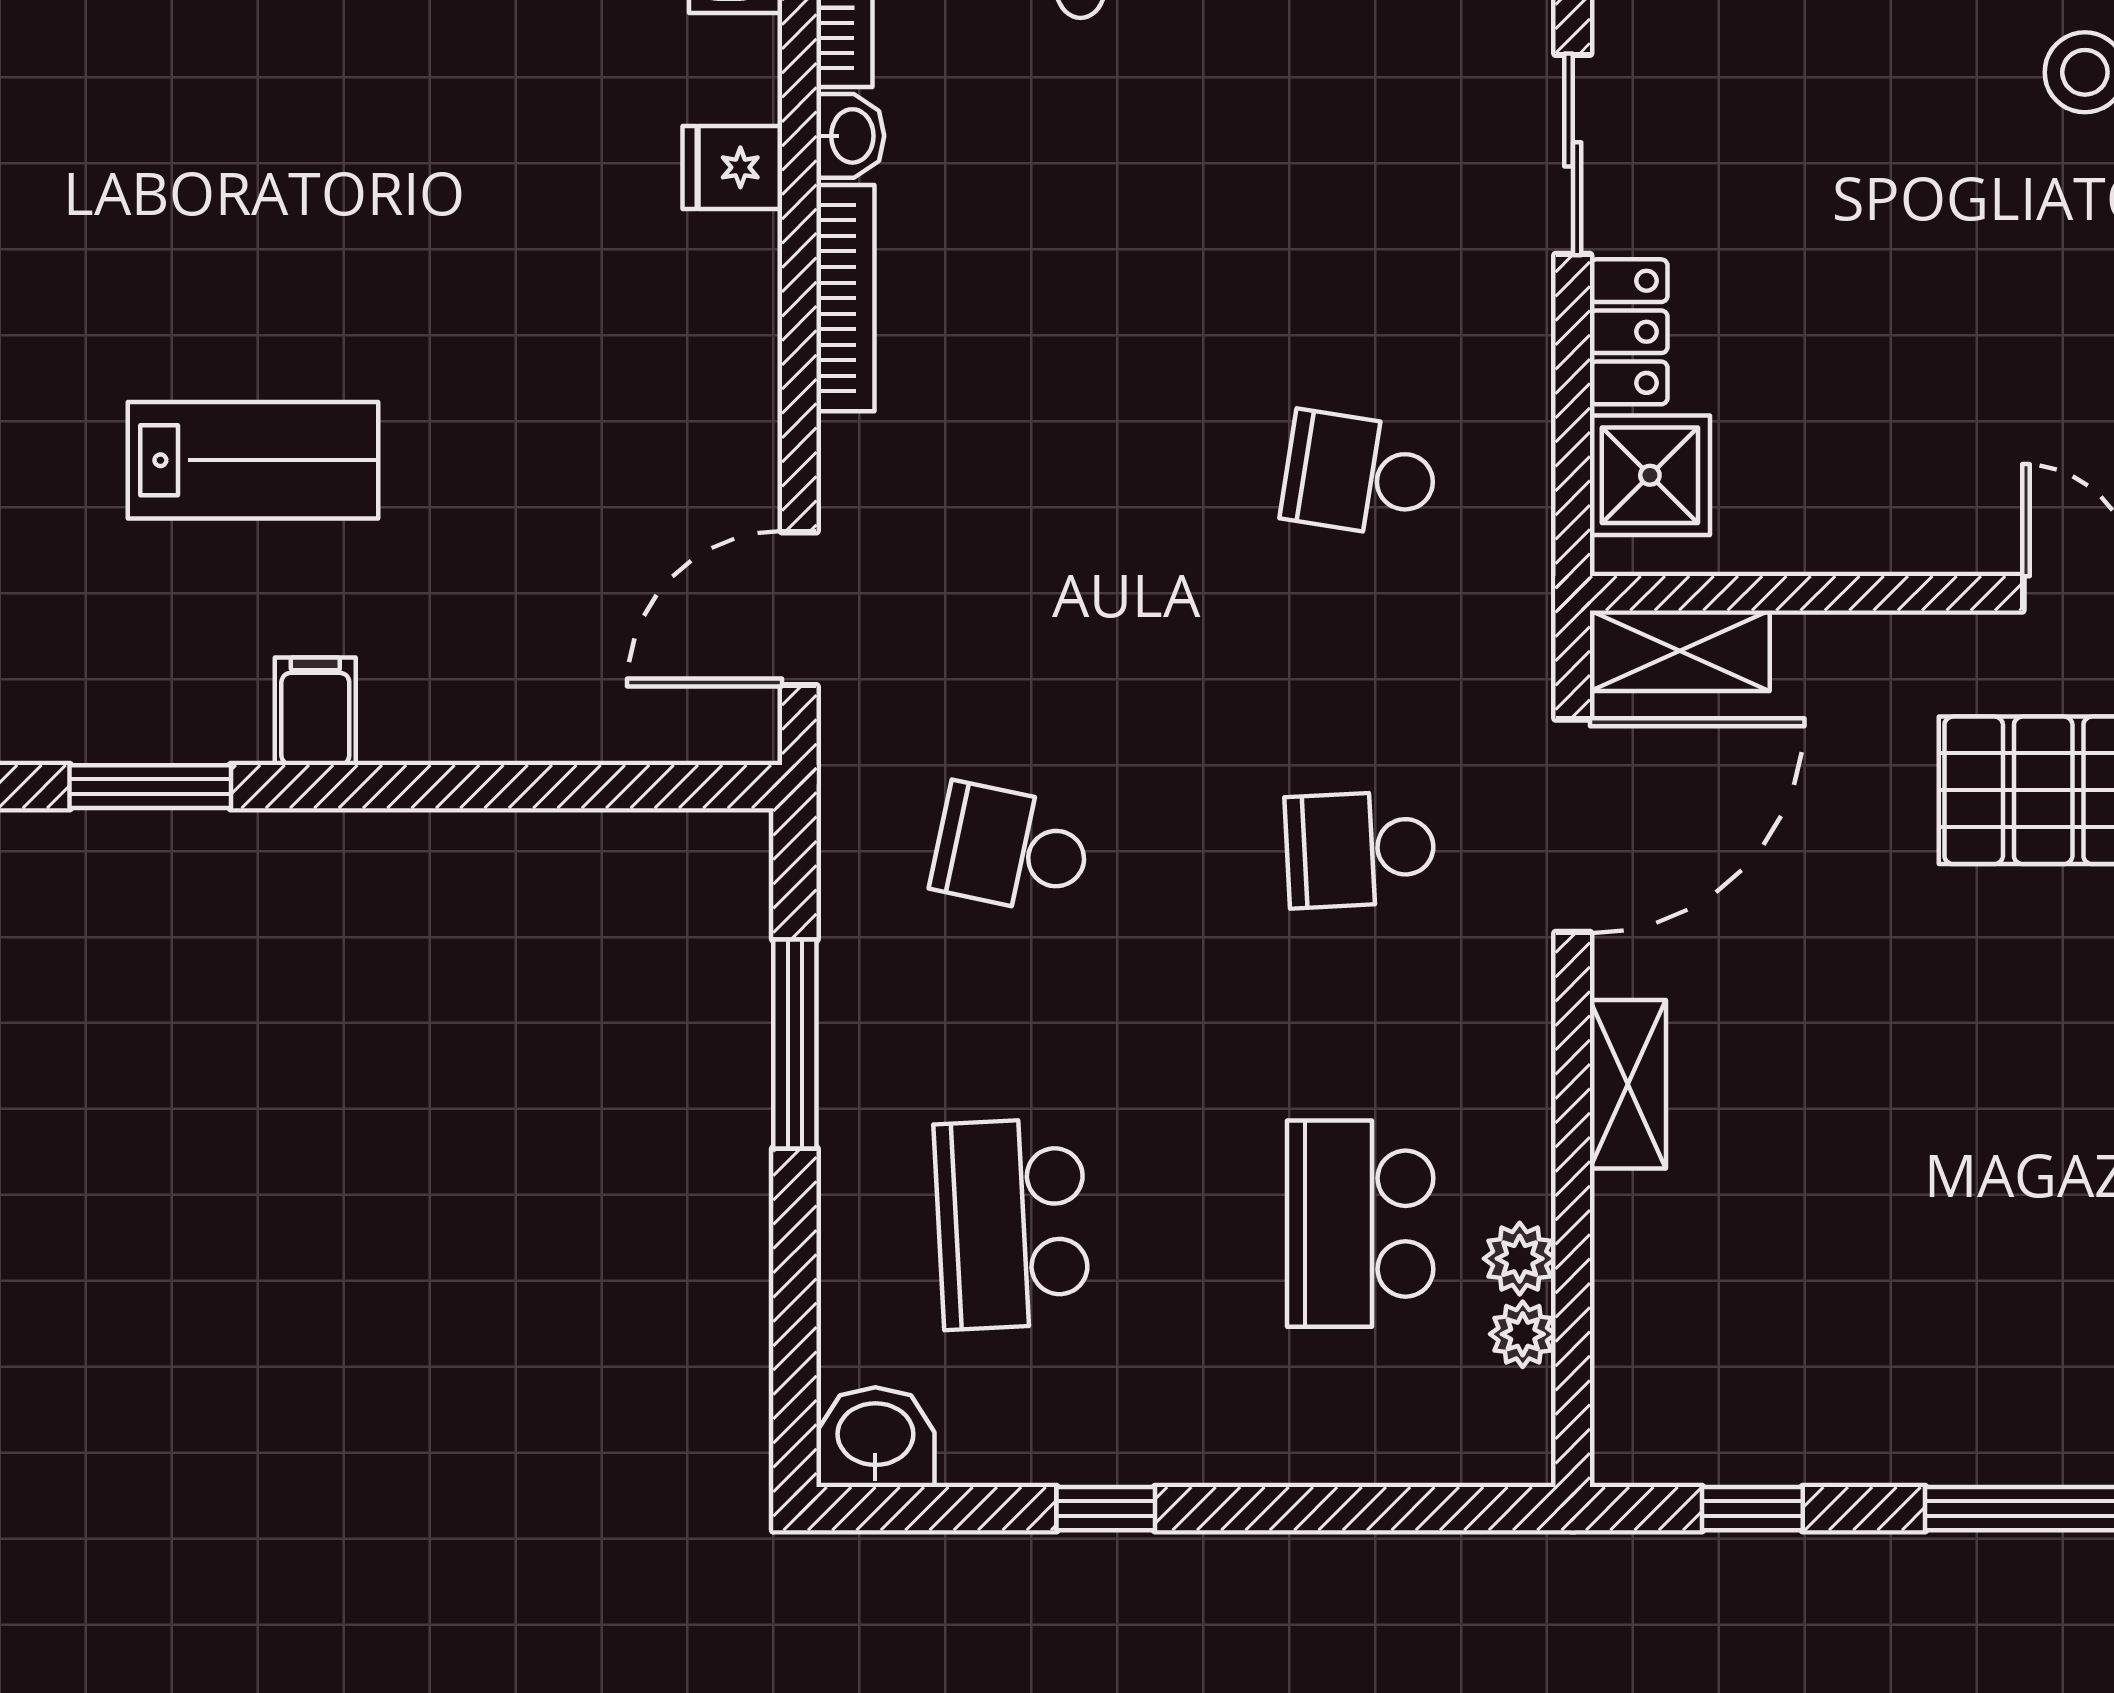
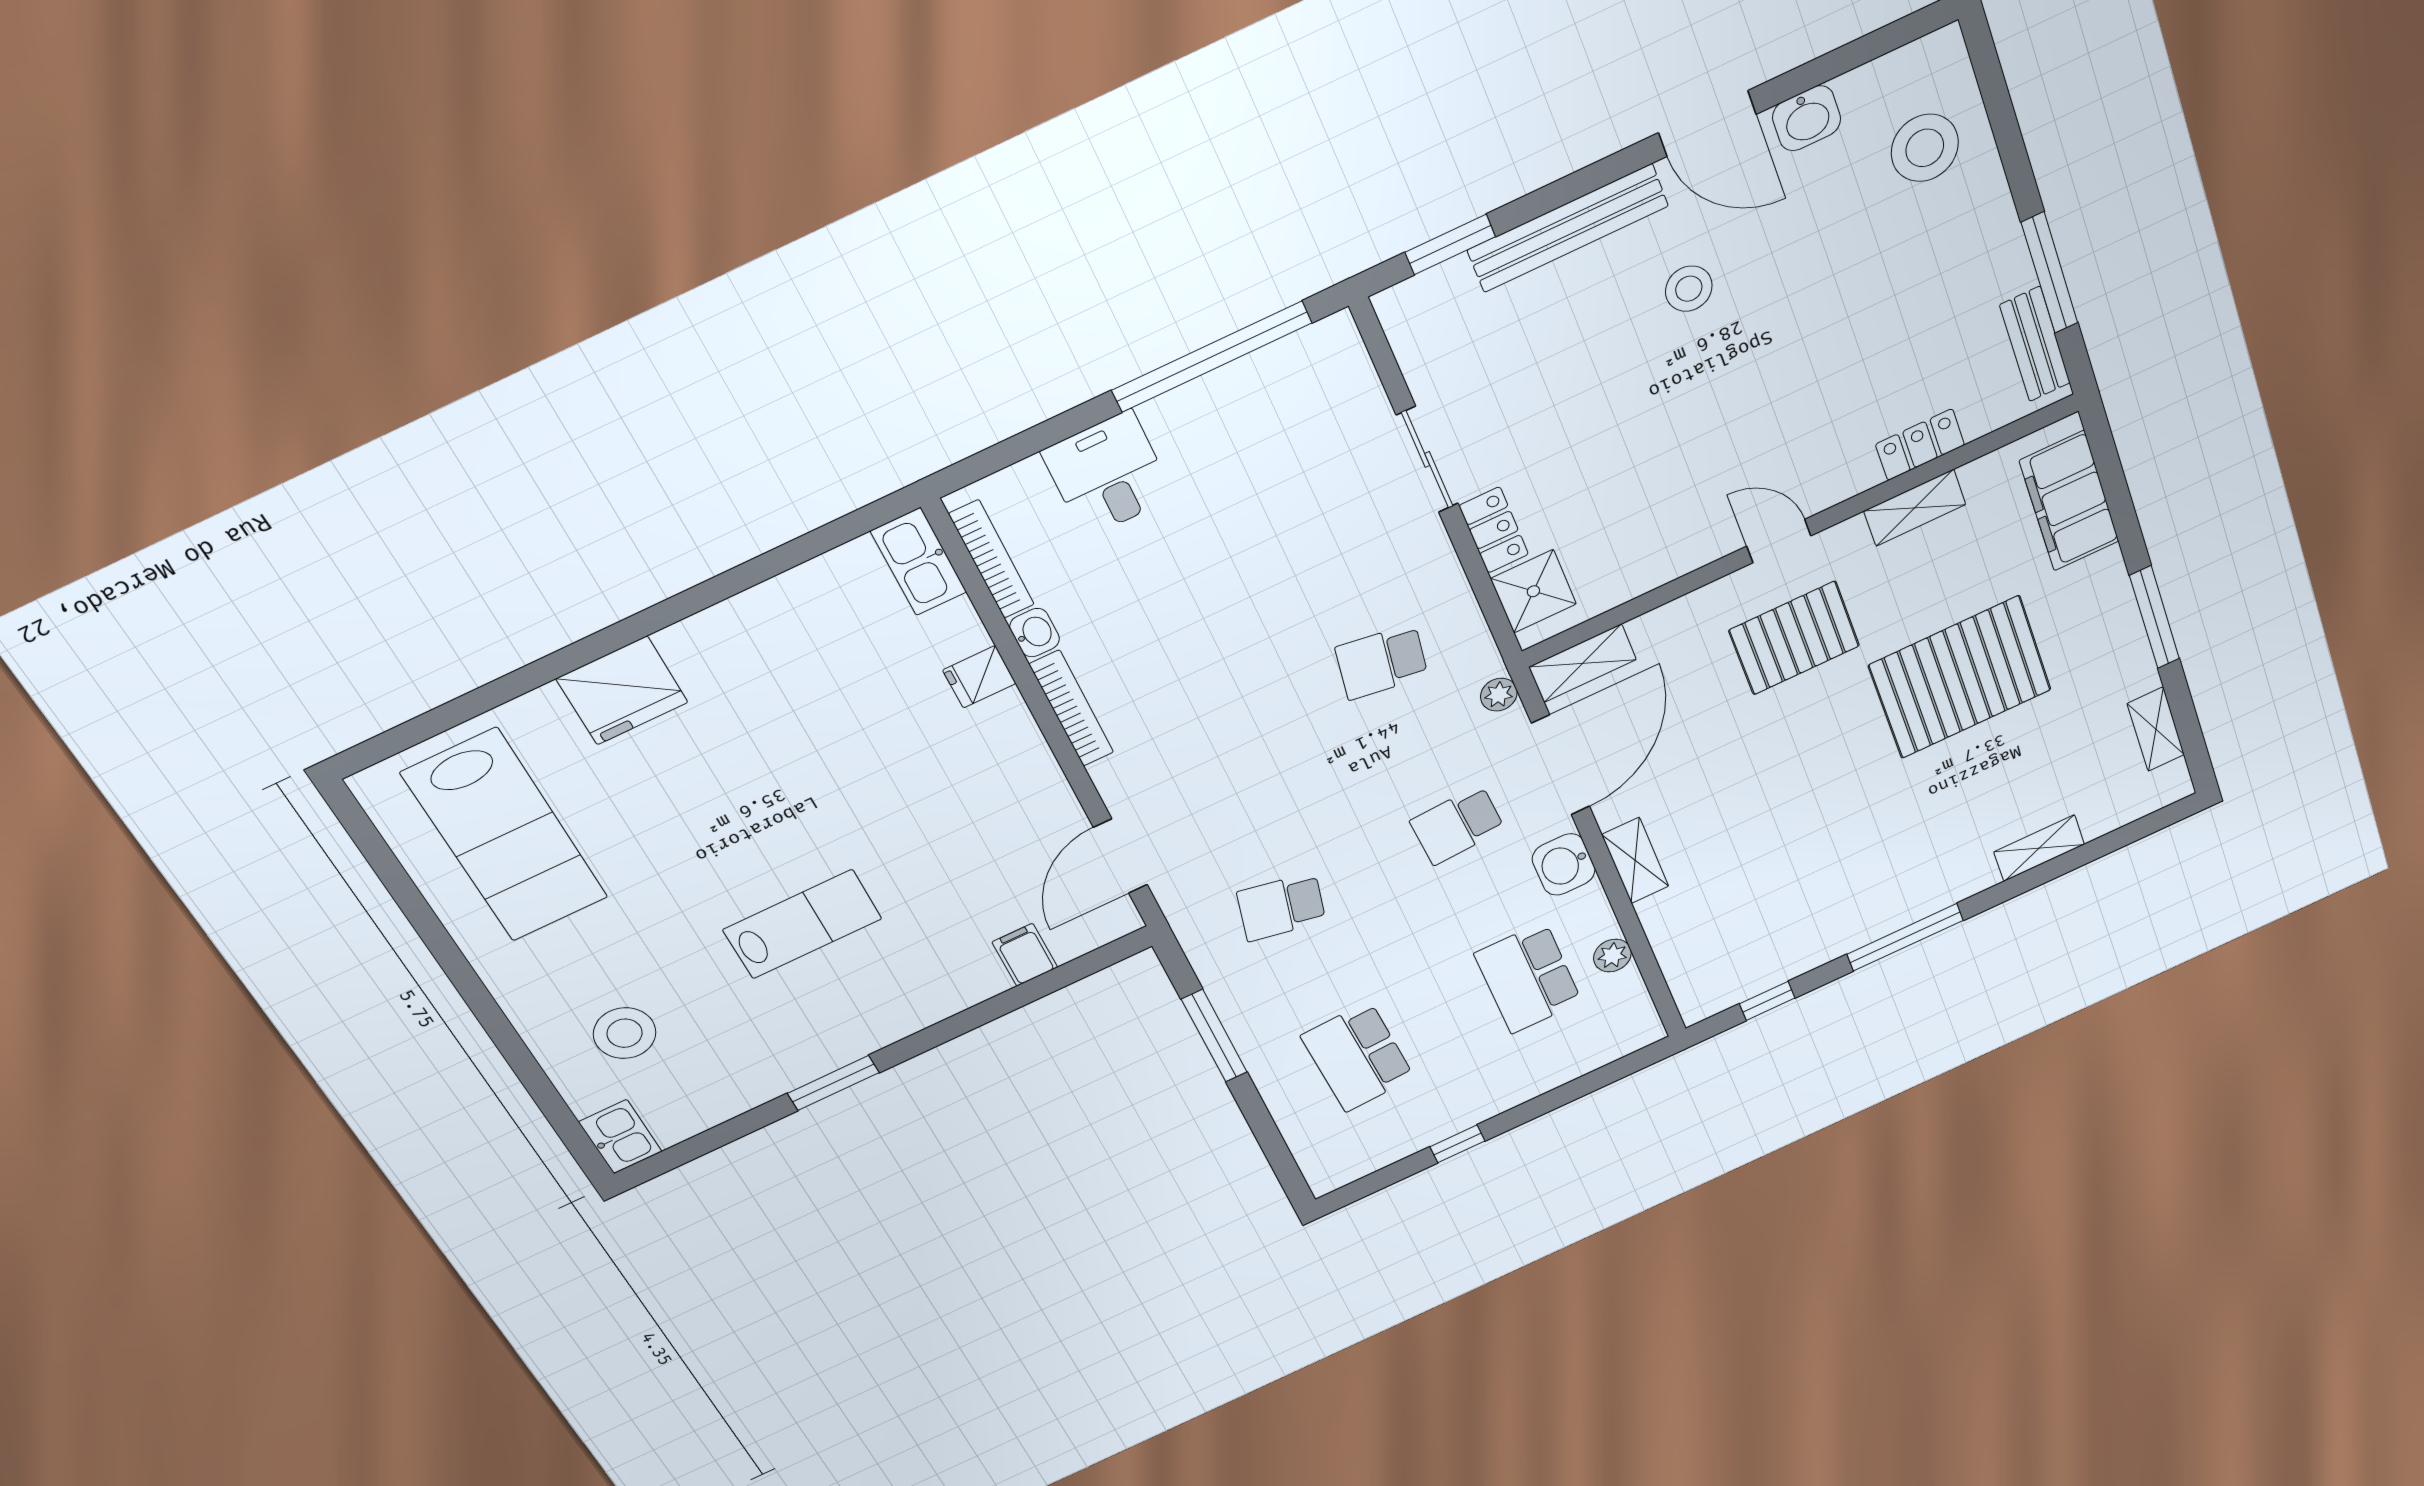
filing cabinet: (315, 711) -> (1025, 955), moved
plant: (1523, 1334) -> (1499, 695), moved
washbasin: (875, 1437) -> (1564, 864), moved, turned -90

